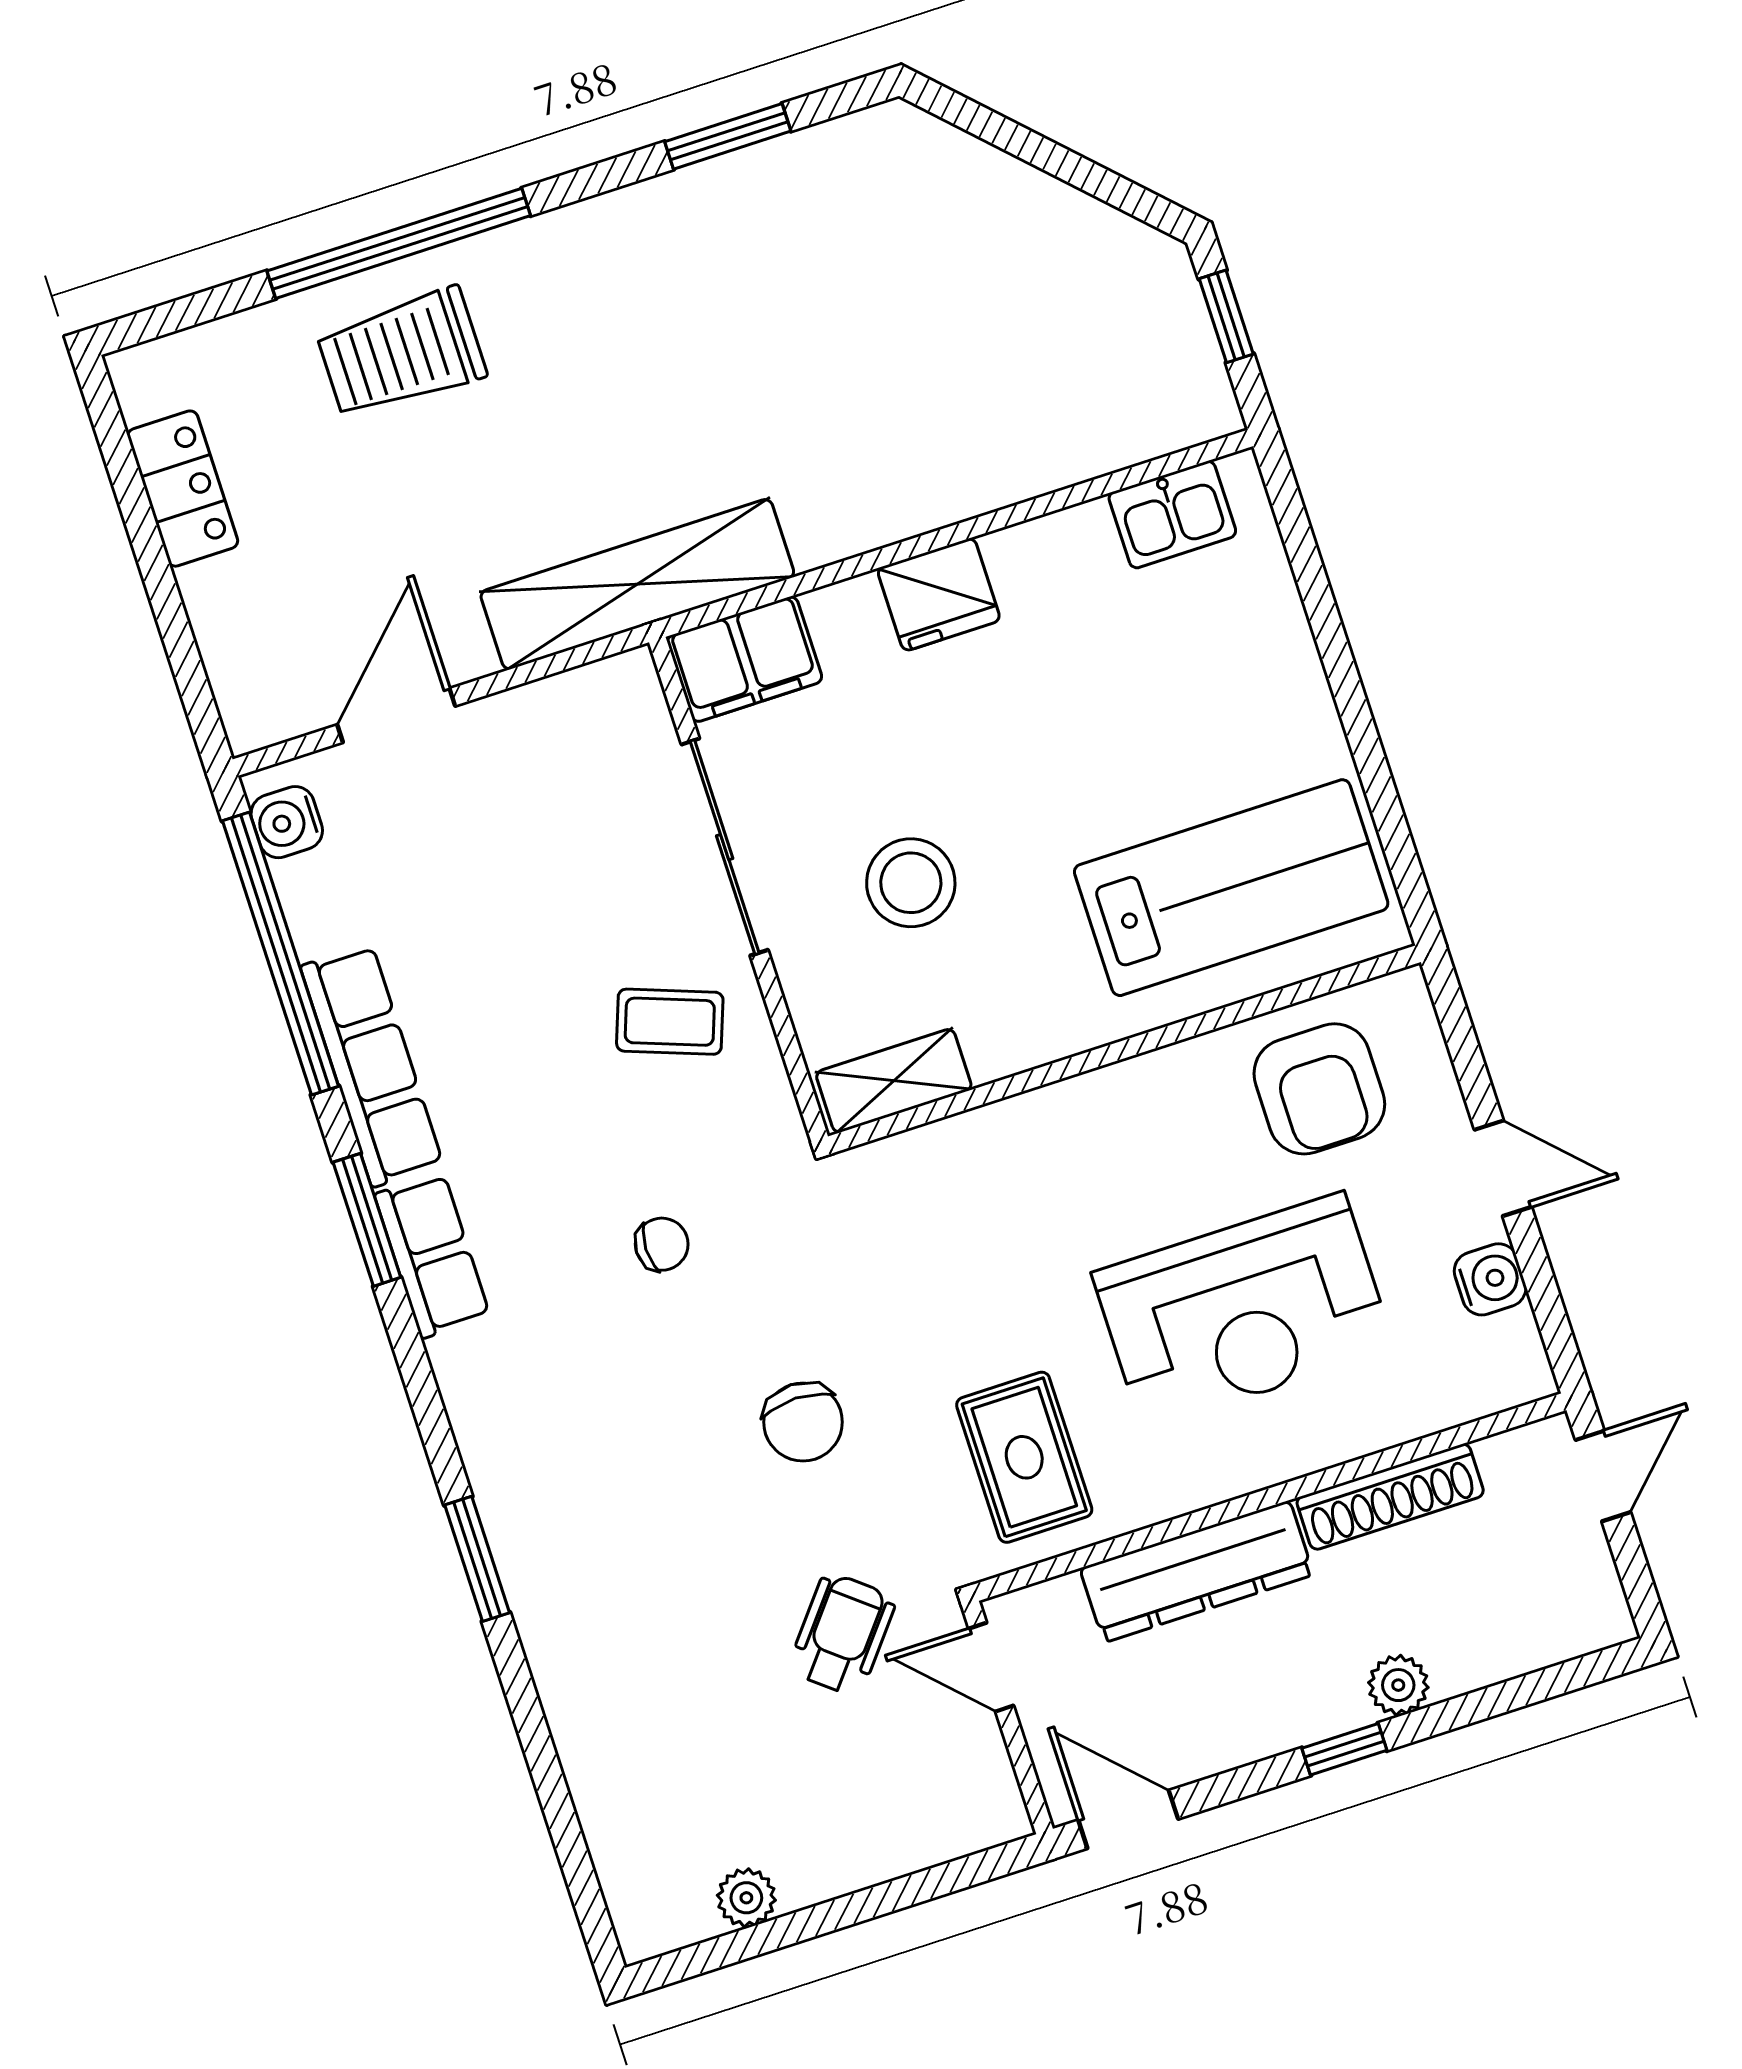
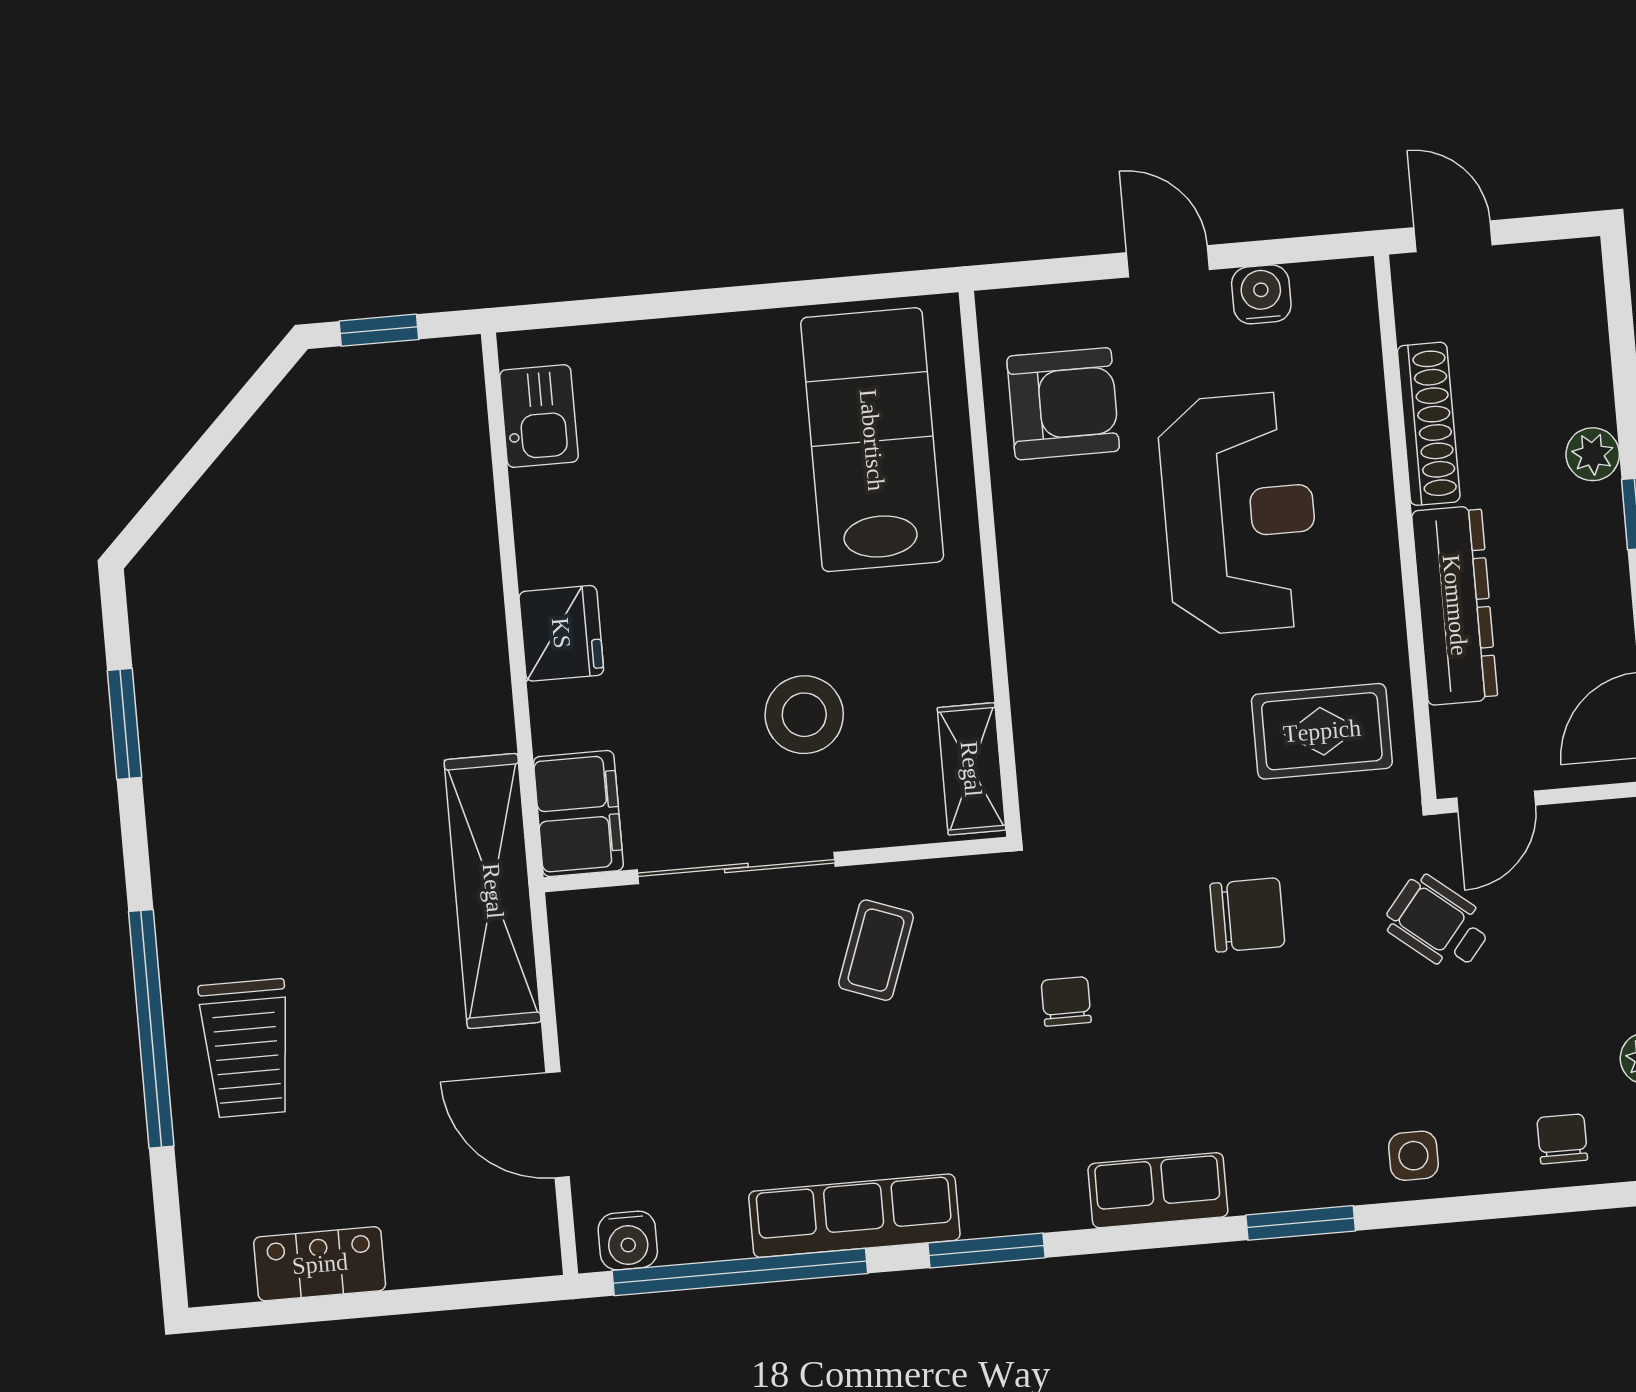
door: (1503, 1168) -> (1168, 261), hinge flipped
row of seats: (432, 1255) -> (1158, 1190), moved
side table: (580, 1666) -> (1413, 1156), added
chair: (636, 1826) -> (1562, 1139), added

